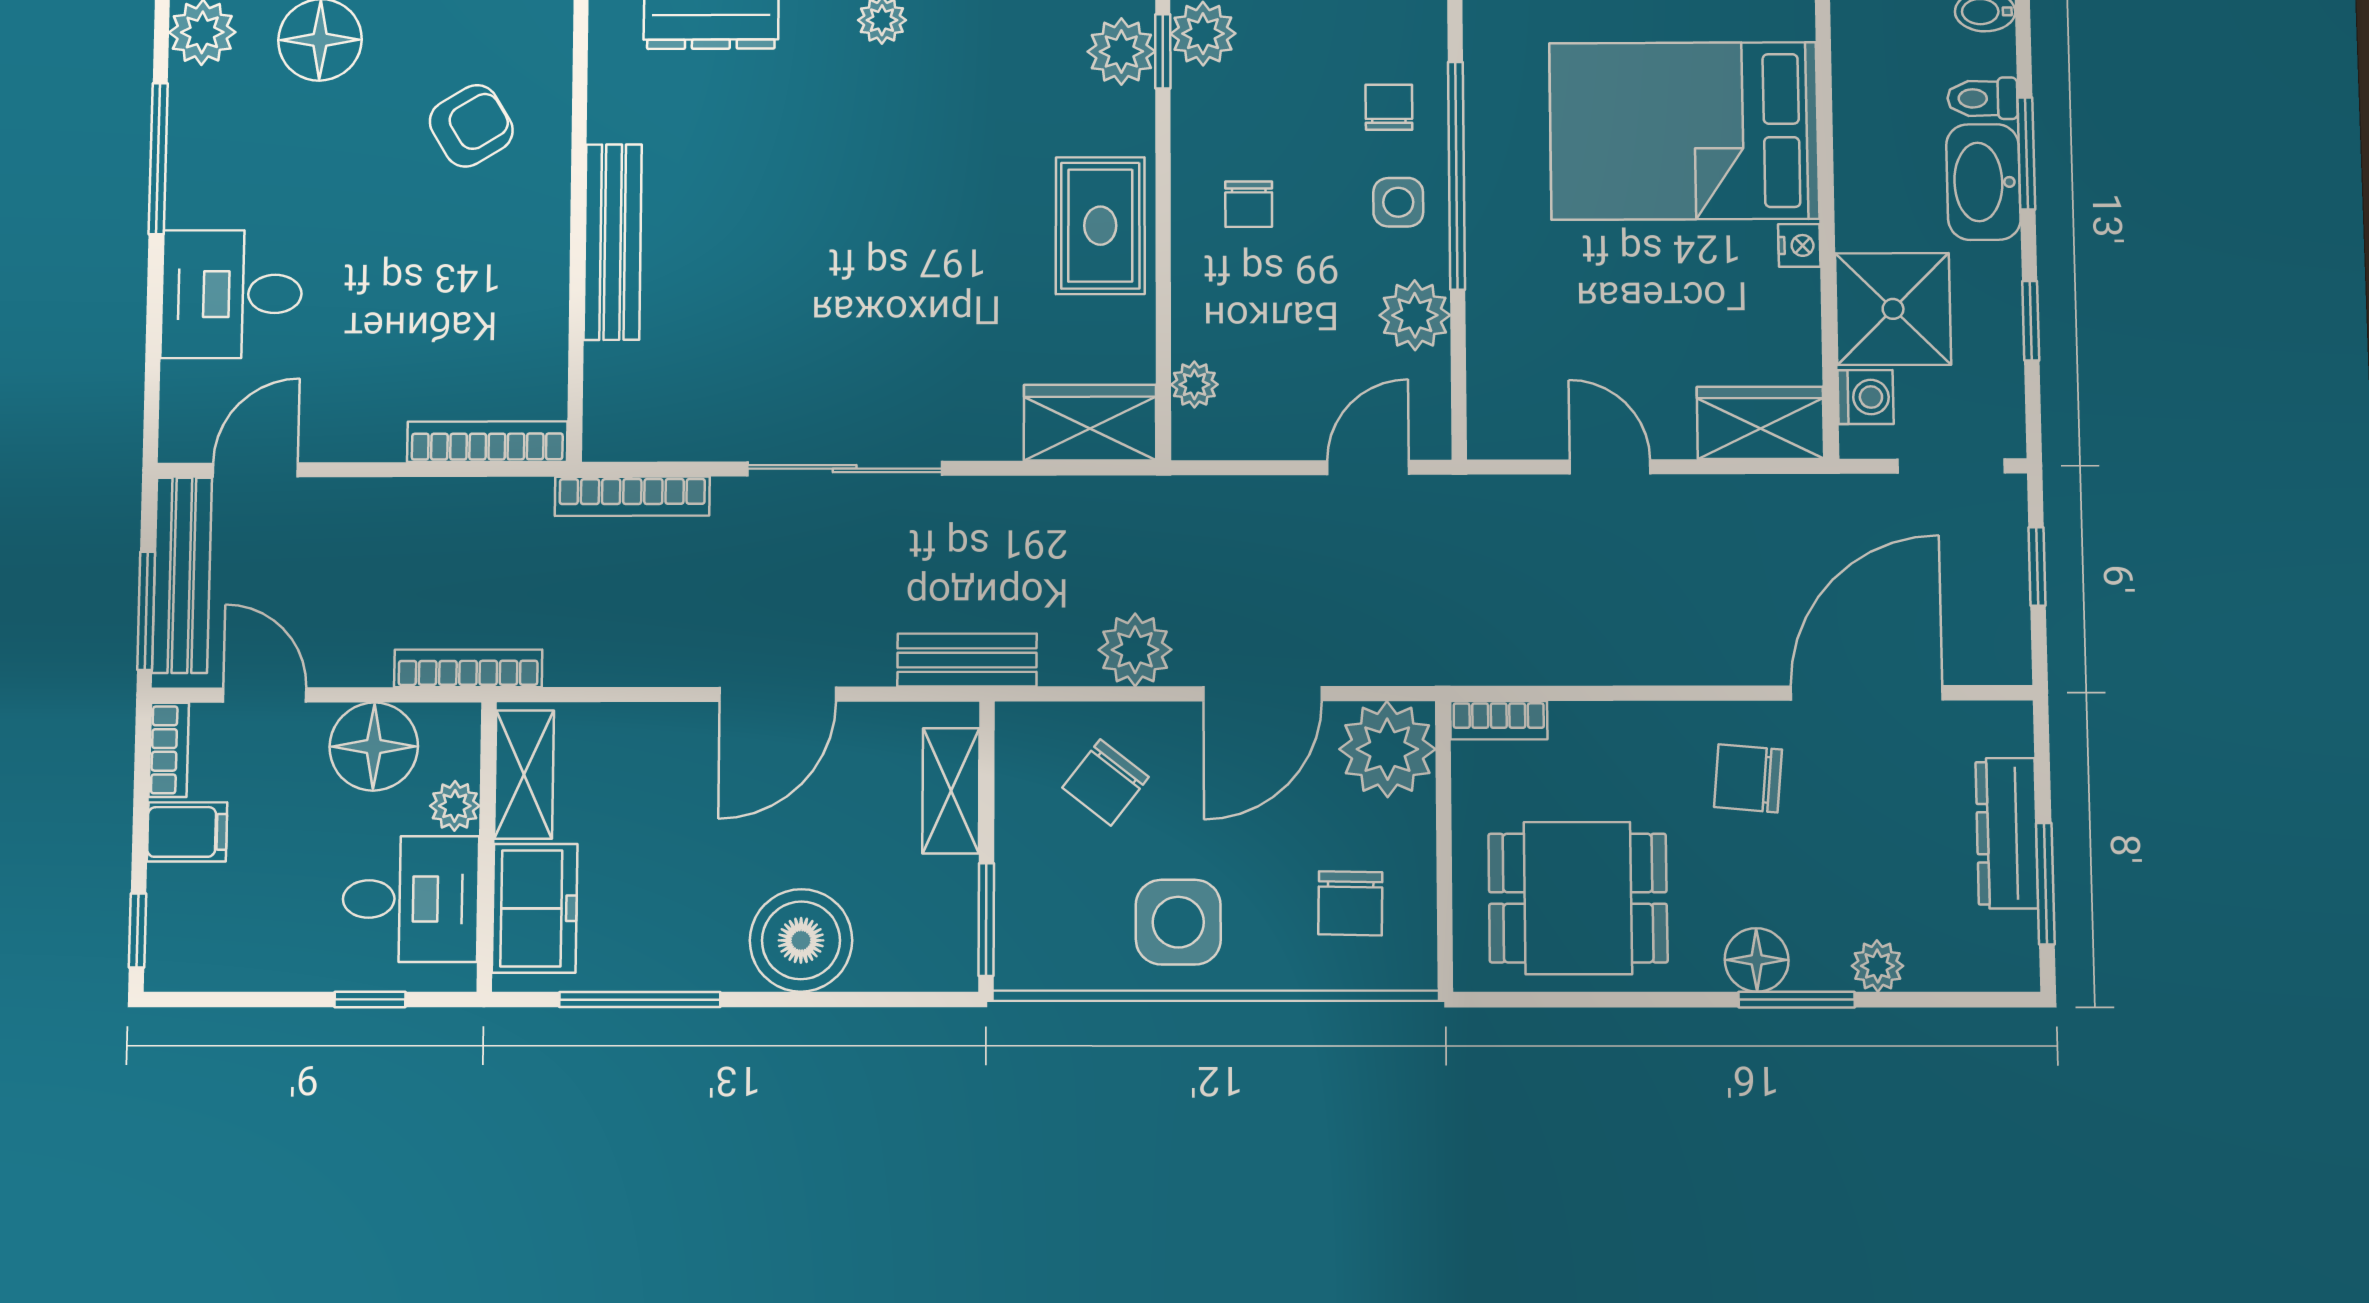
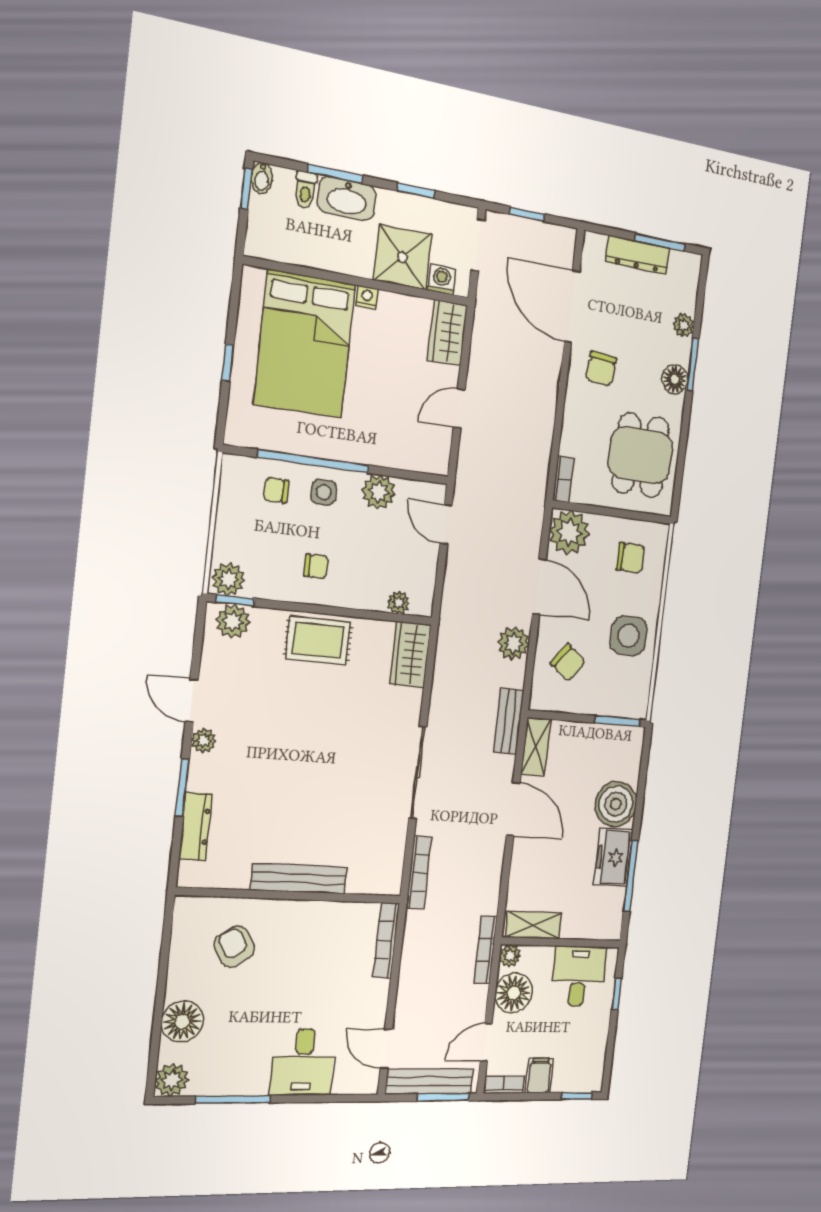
shelving: (951, 791) -> (536, 747), moved, turned 90
plant: (455, 806) -> (510, 956), moved
freezer: (535, 908) -> (613, 857), moved, turned -90

